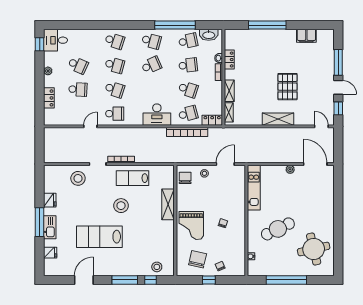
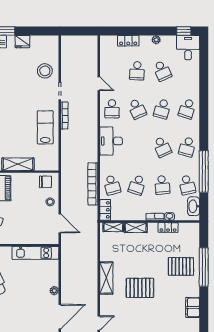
pallet: (267, 47) -> (181, 266), added
school desk: (78, 65) -> (162, 71), turned -48
school desk: (115, 89) -> (137, 109), turned -42
desk: (157, 115) -> (111, 141), moved
stool: (121, 206) -> (17, 115), removed

